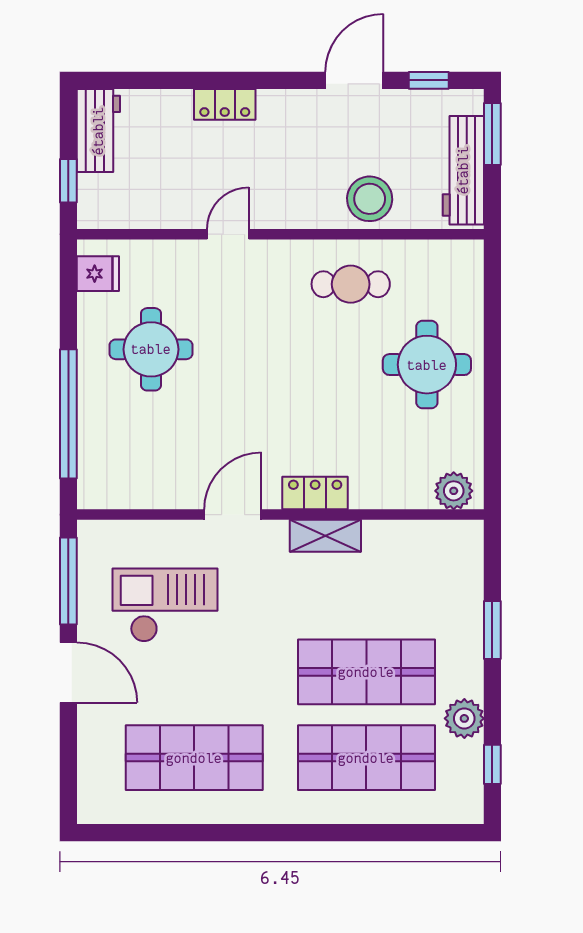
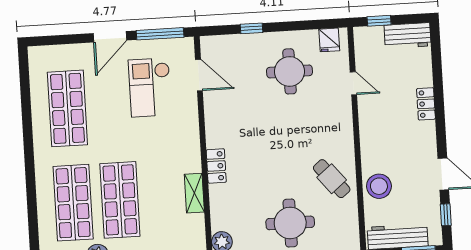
door: (228, 234) -> (353, 83), moved
cafe table: (351, 284) -> (332, 179), turned -39
window: (68, 414) -> (252, 28), width x0.32
door: (233, 515) -> (199, 75), moved
shelving: (325, 536) -> (194, 193), moved
checkout: (165, 605) -> (150, 87), turned 180

